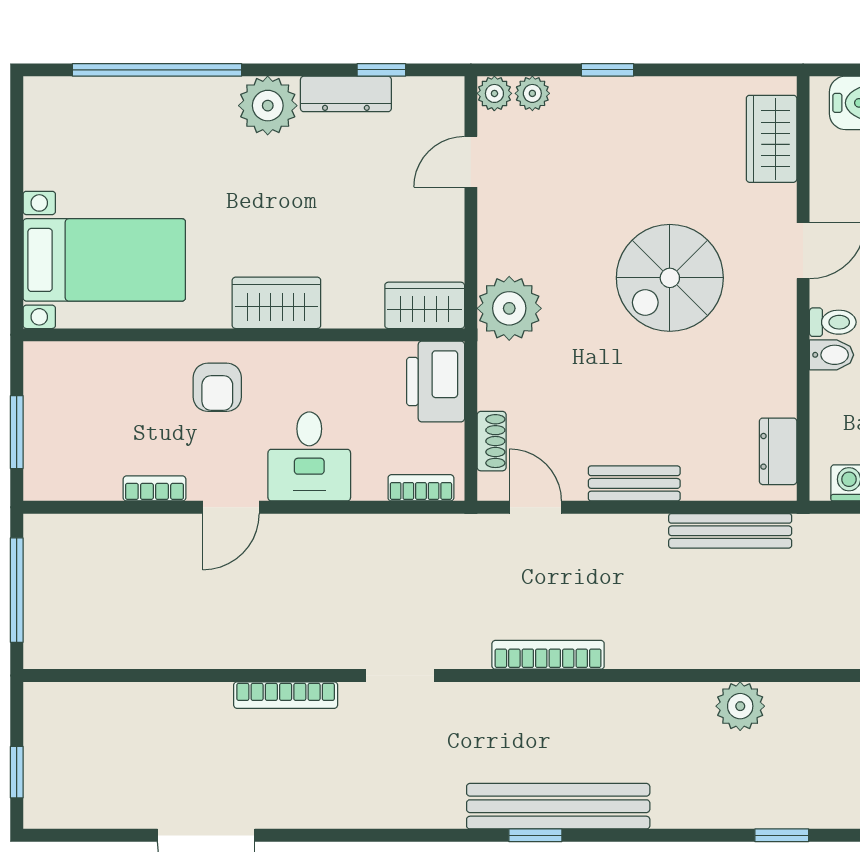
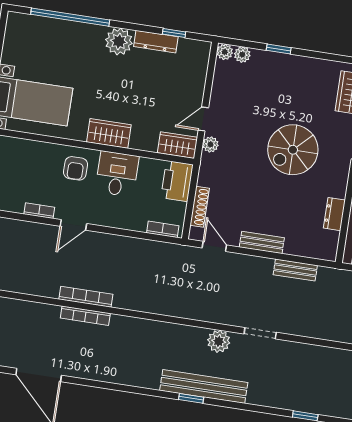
door: (471, 162) -> (203, 119), moved
plant: (509, 308) -> (210, 144), width x0.53, depth x0.53
shoe rack: (492, 441) -> (200, 207), width x1.43
dresser: (778, 451) -> (334, 214), moved
desk: (309, 456) -> (117, 174), moved, turned 180
bench: (730, 531) -> (295, 270), width x0.73
bookcase: (548, 655) -> (86, 297), moved
doorway: (400, 675) -> (260, 333), moved
plant: (740, 706) -> (219, 341), moved

